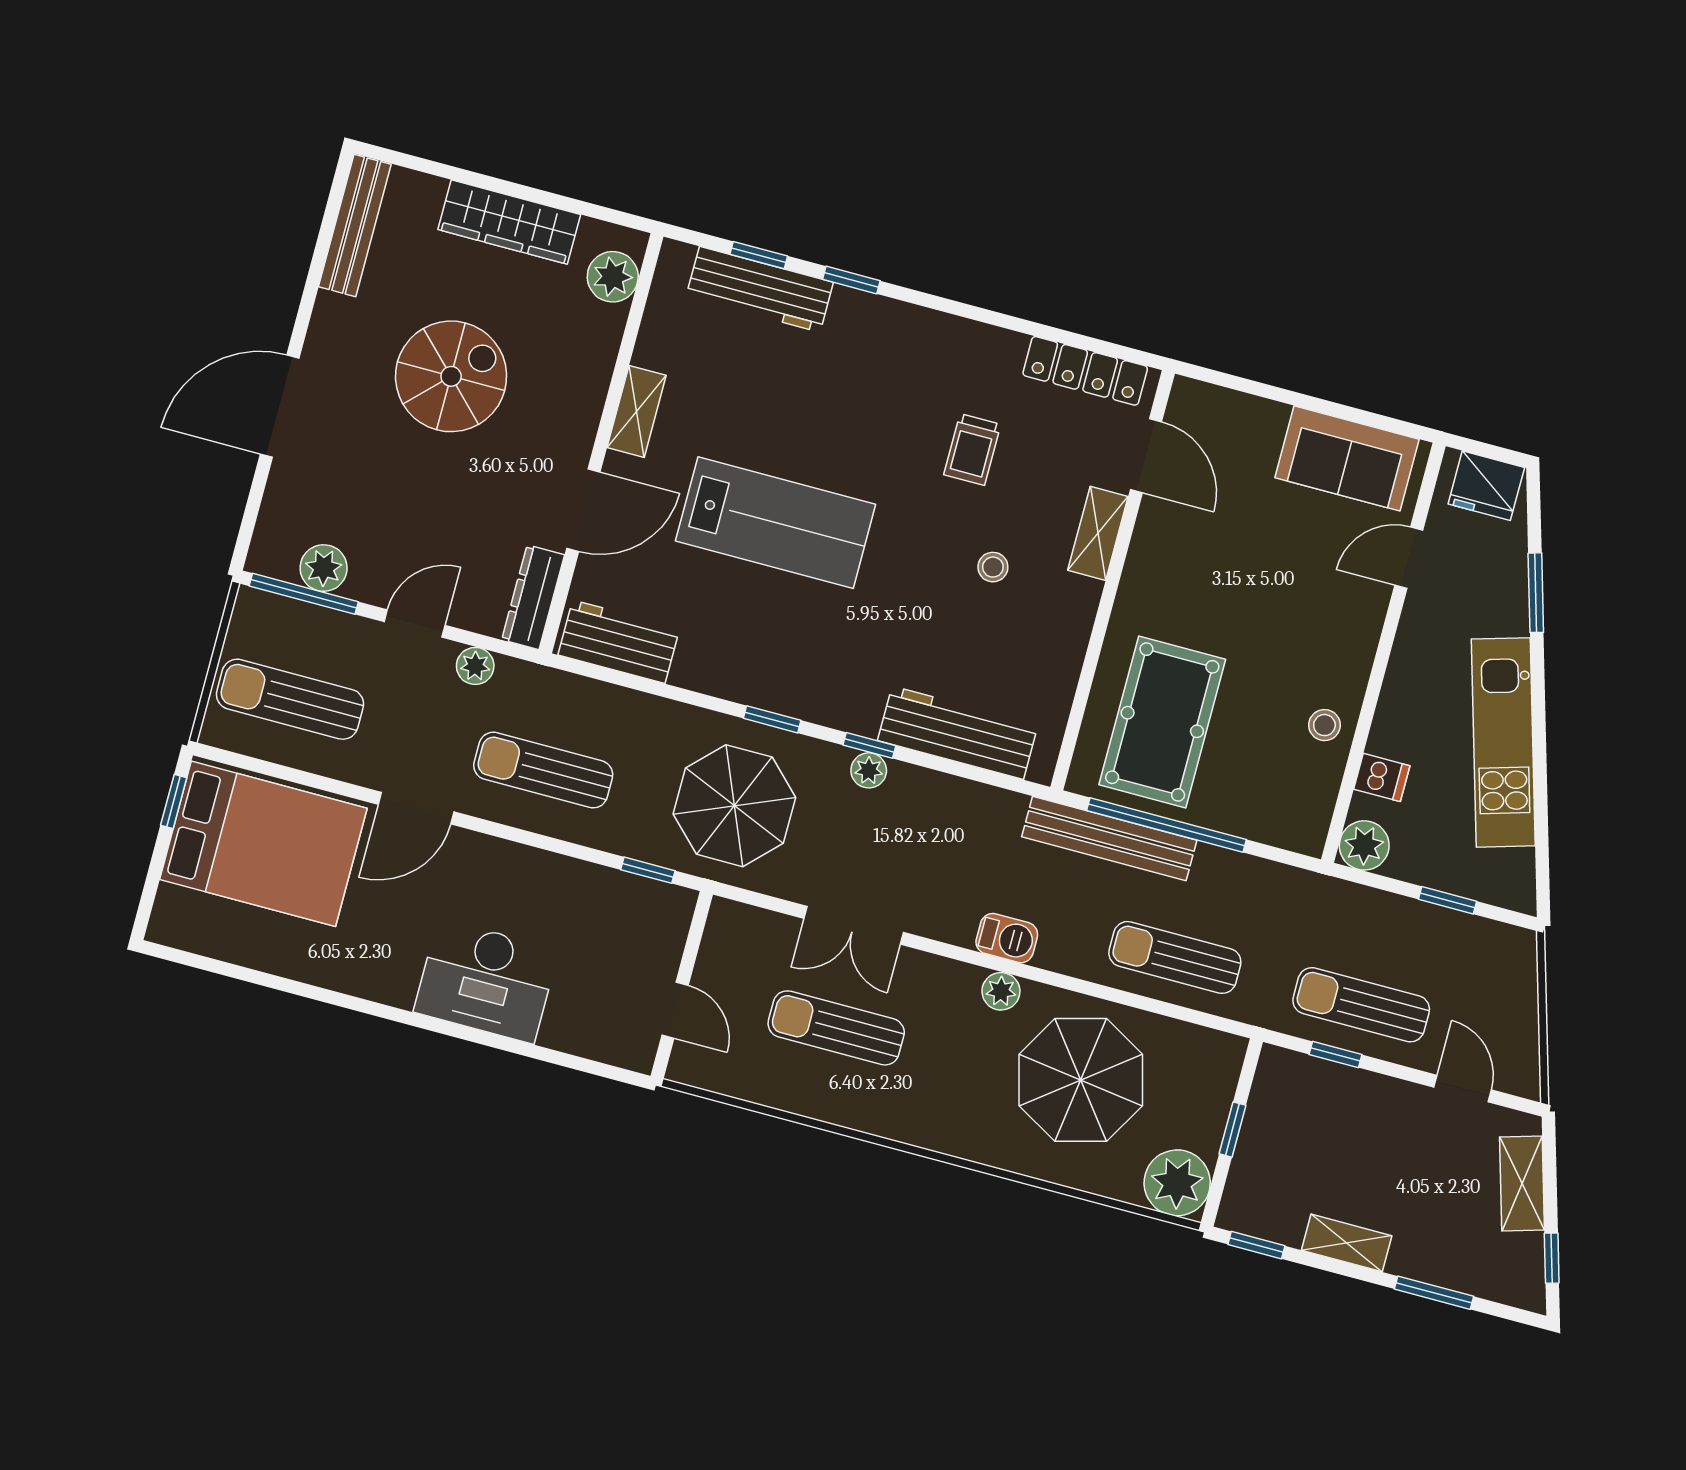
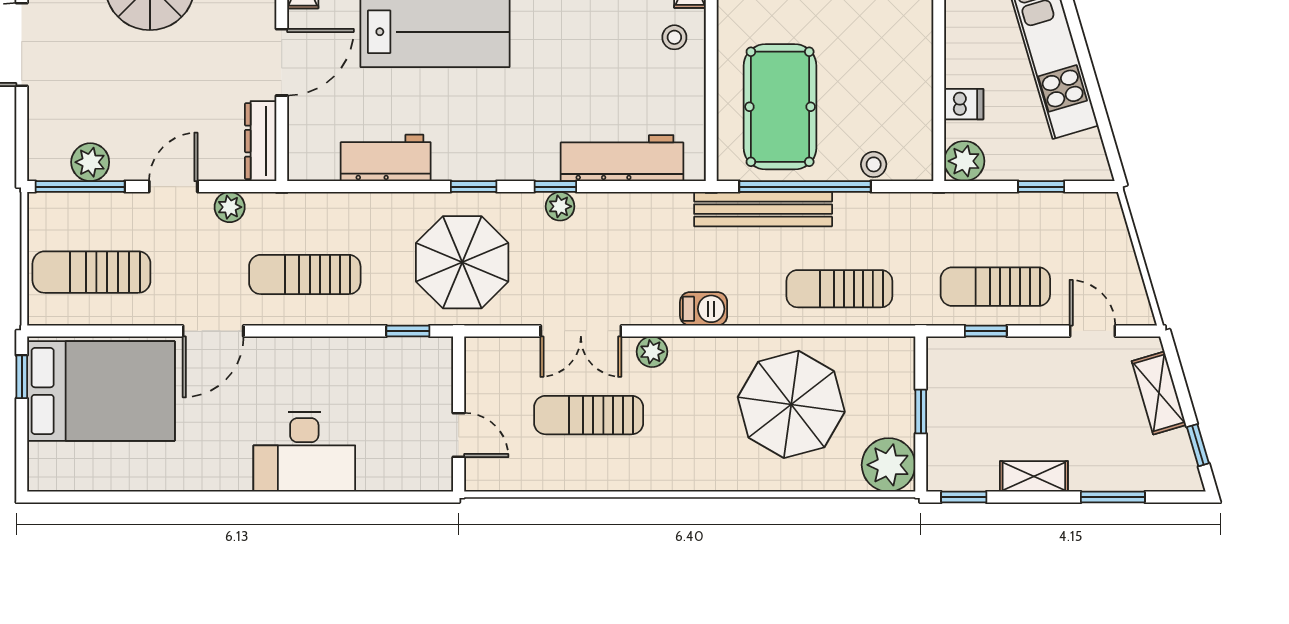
stool: (993, 567) -> (674, 37), moved
workbench: (619, 642) -> (386, 158), moved
stool: (1324, 725) -> (874, 164), moved
plant: (1001, 991) -> (652, 352), moved

